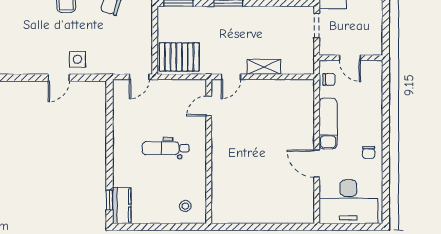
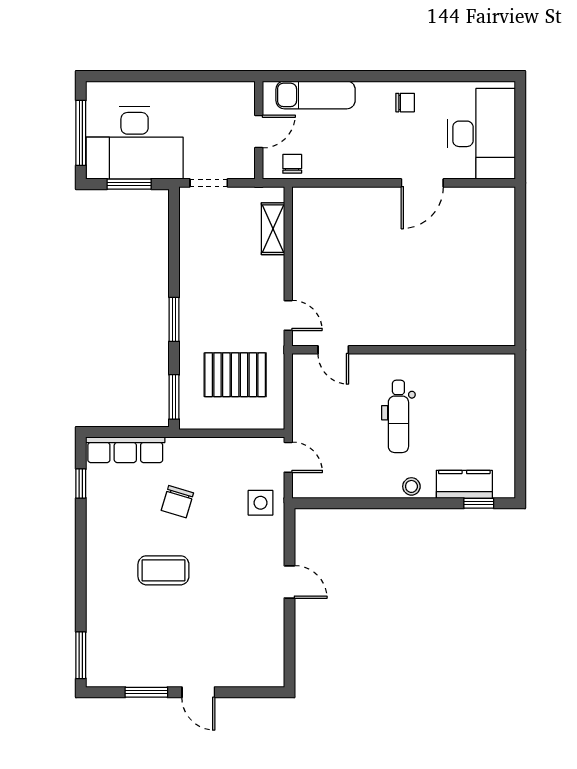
pallet: (179, 57) -> (235, 375), moved, turned 90
side table: (77, 59) -> (261, 503), moved
shelving: (264, 67) -> (273, 229), moved
exam couch: (328, 124) -> (316, 95), moved, turned 180
kitchen counter: (122, 206) -> (464, 484), moved
stool: (185, 206) -> (411, 486), moved

